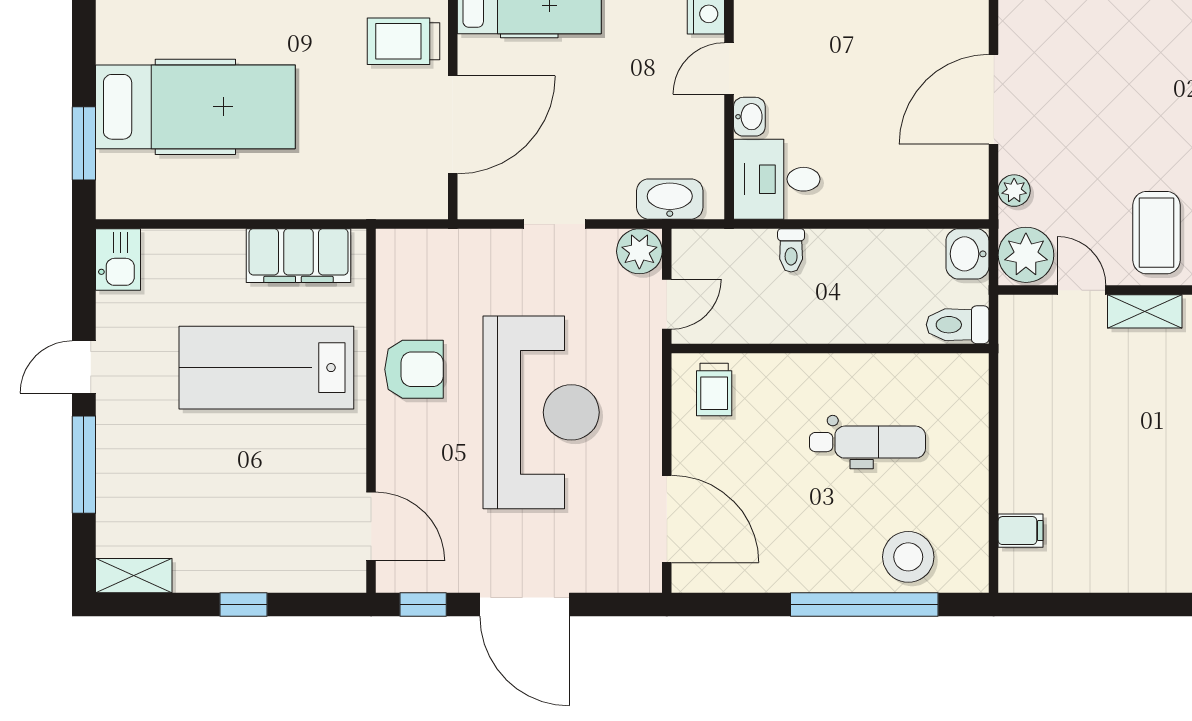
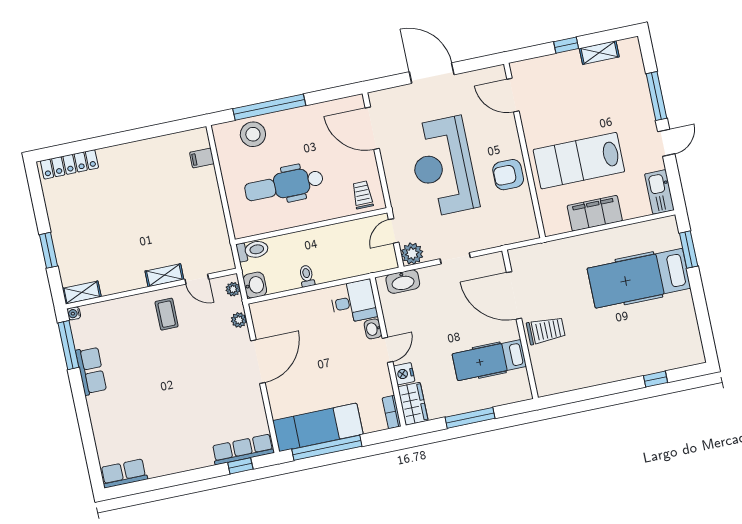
door: (453, 125) -> (514, 295), hinge flipped
coffee table: (1157, 233) -> (167, 314), width x0.73, depth x0.77
toilet: (791, 250) -> (307, 276), moved
plant: (1026, 255) -> (233, 289), width x0.53, depth x0.53
filing cabinet: (298, 256) -> (595, 213), moved
kitchen sink: (118, 259) -> (659, 192), width x1.38
lab bench: (266, 368) -> (579, 161), turned 180
dental chair: (867, 442) -> (284, 185), width x1.36, depth x1.38
shelving: (134, 576) -> (599, 53), moved
window: (423, 604) -> (480, 63), removed

